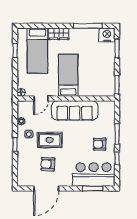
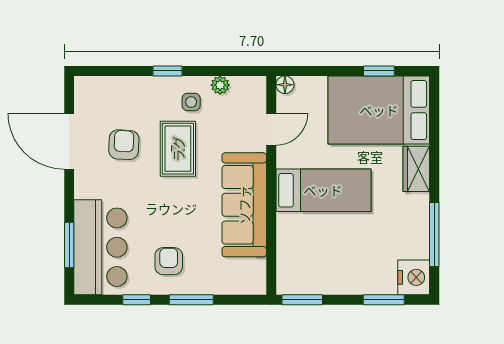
bed: (37, 51) -> (379, 110), width x1.50
door: (41, 98) -> (271, 129), swing flipped

